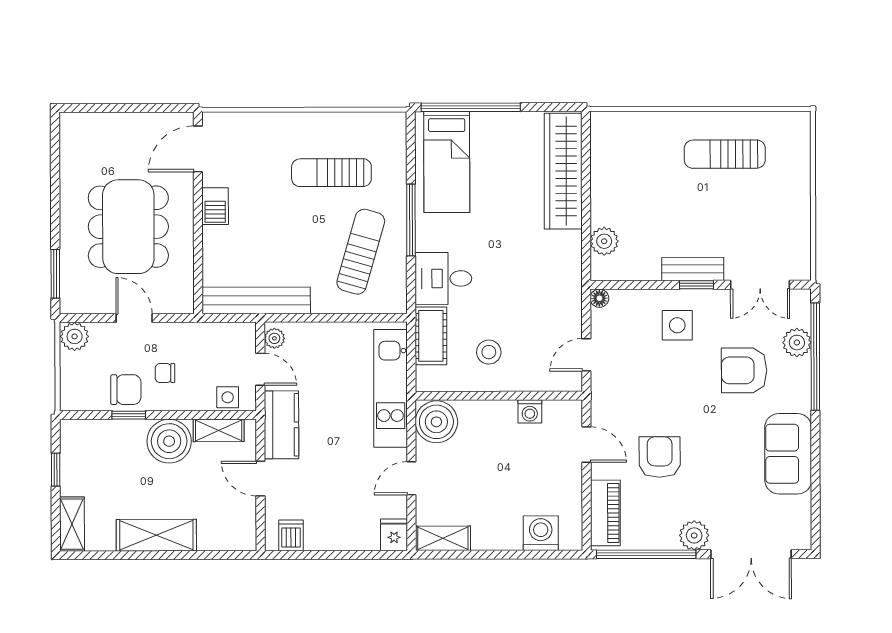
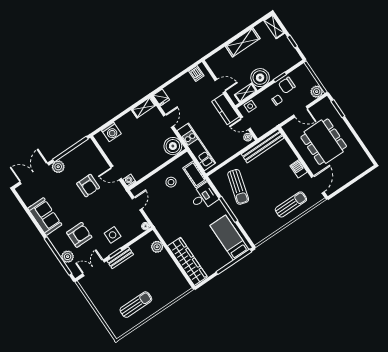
sun lounger: (331, 173) -> (291, 204), moved
washing machine: (530, 411) -> (129, 181), moved
piano: (605, 513) -> (94, 154), removed

